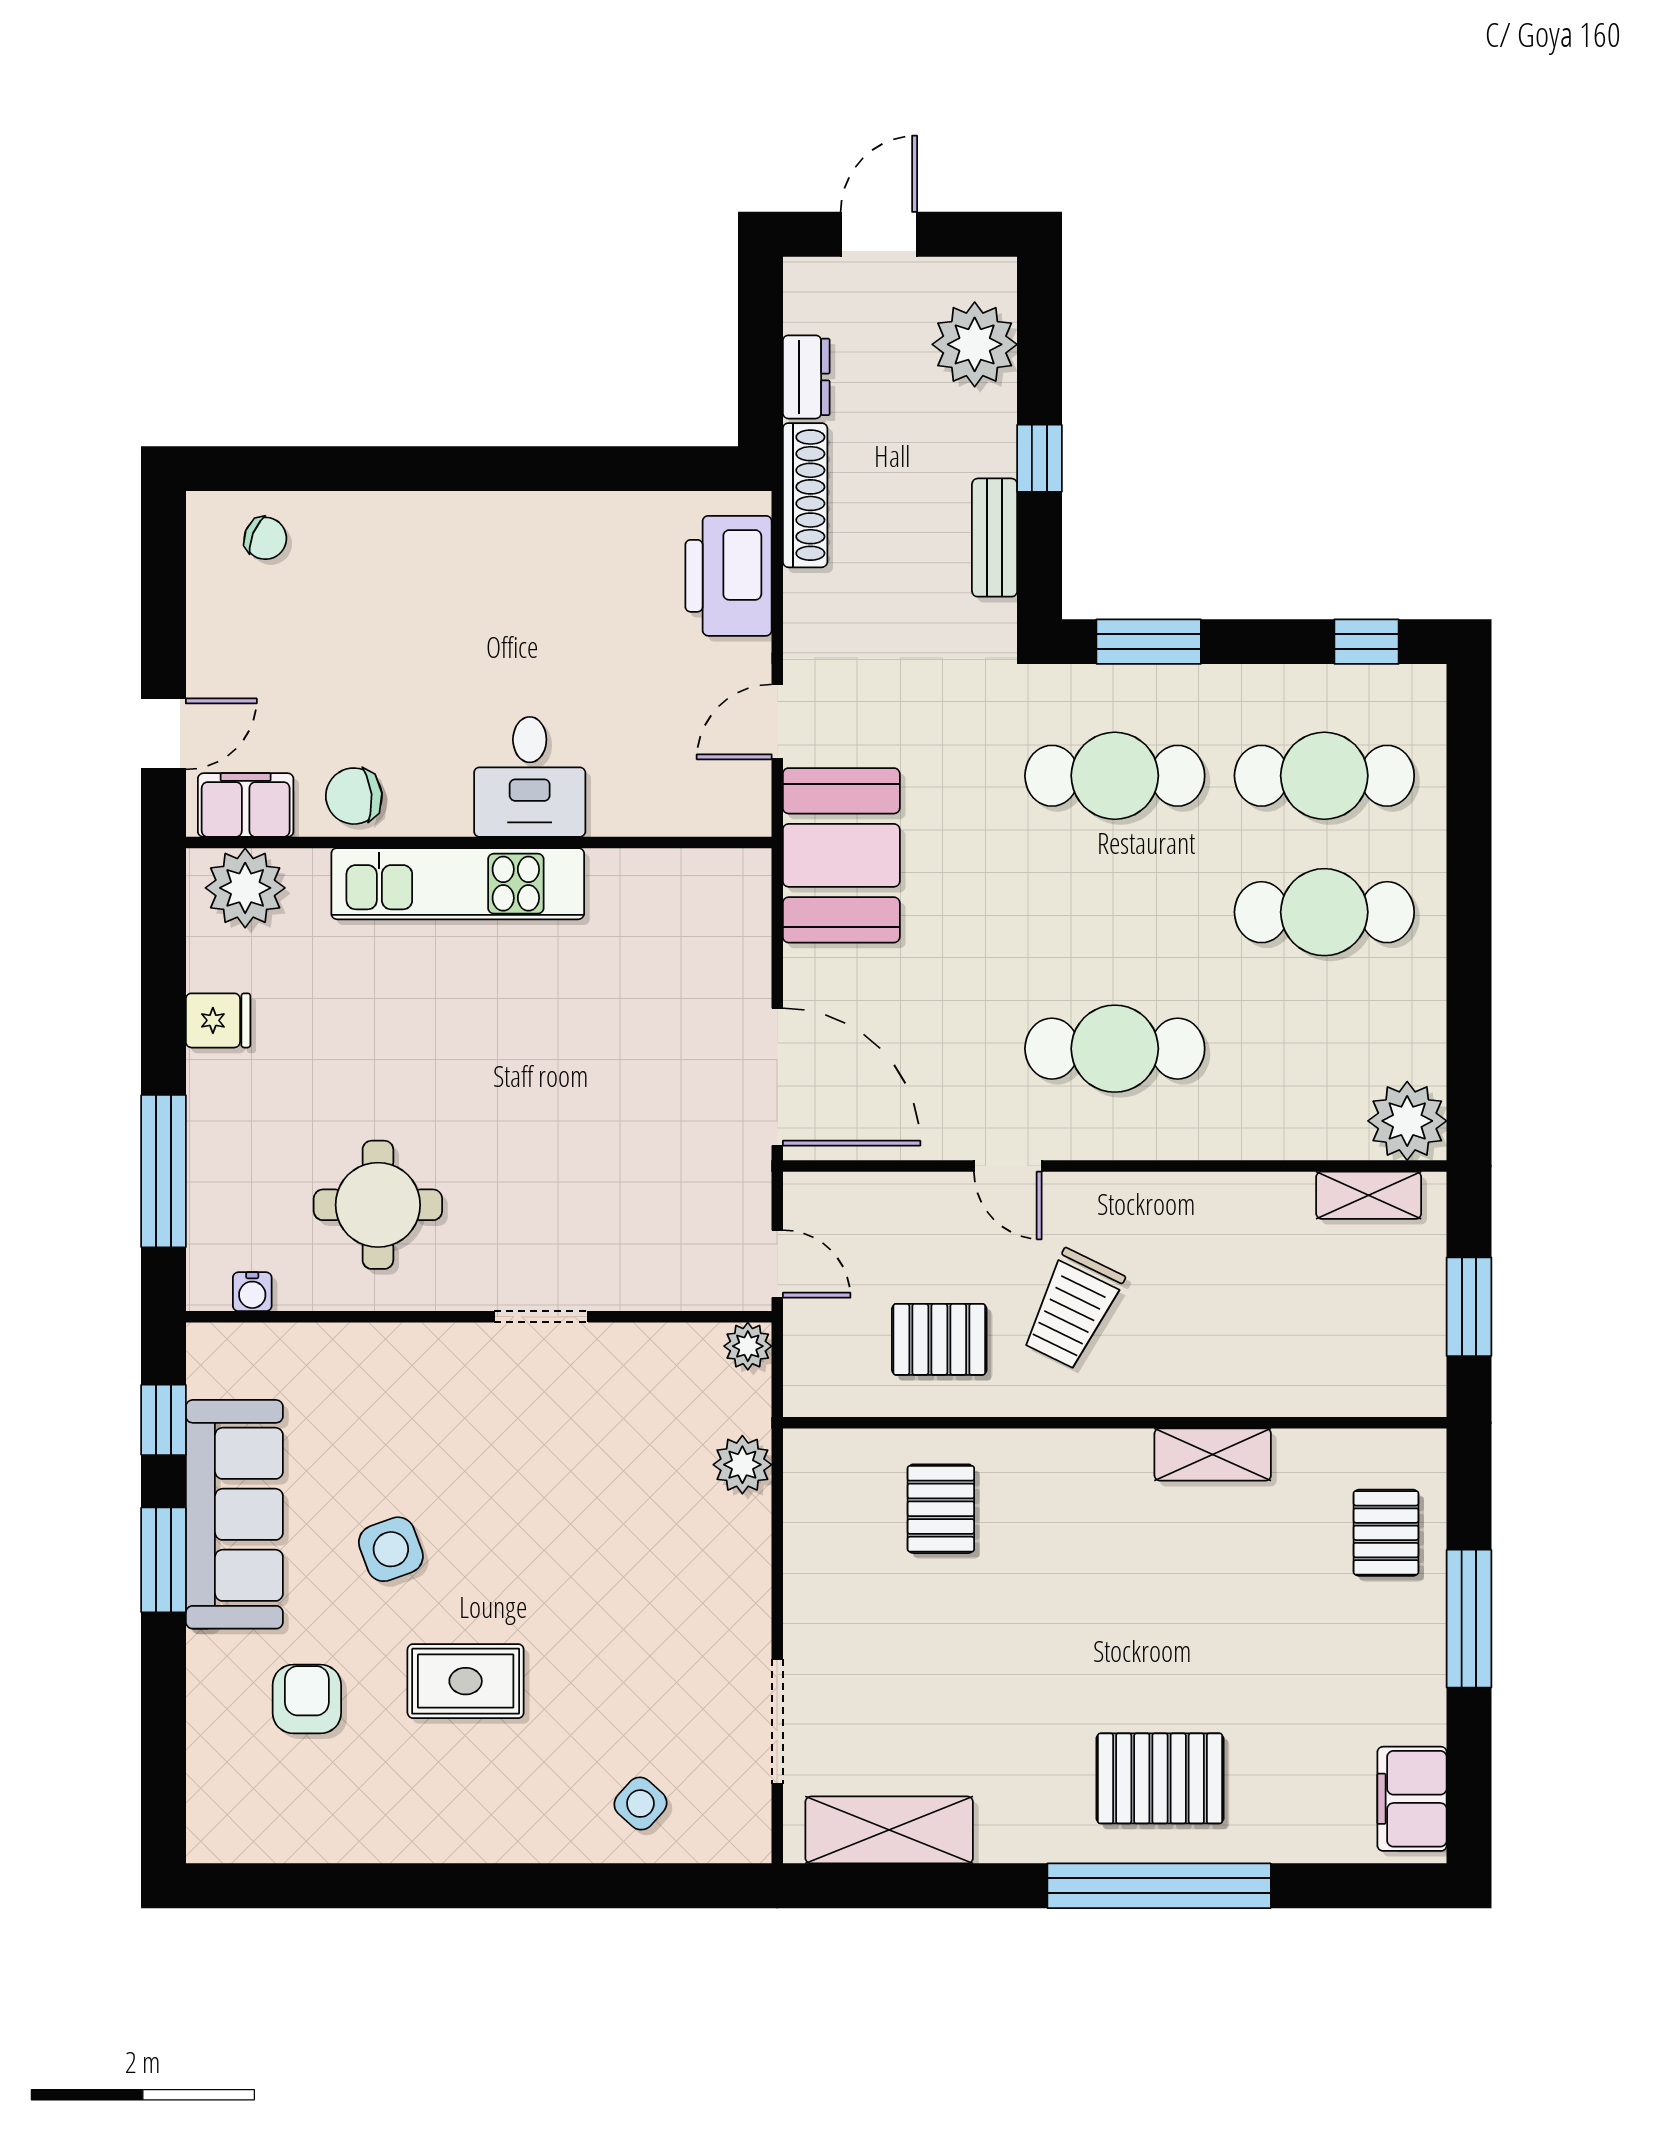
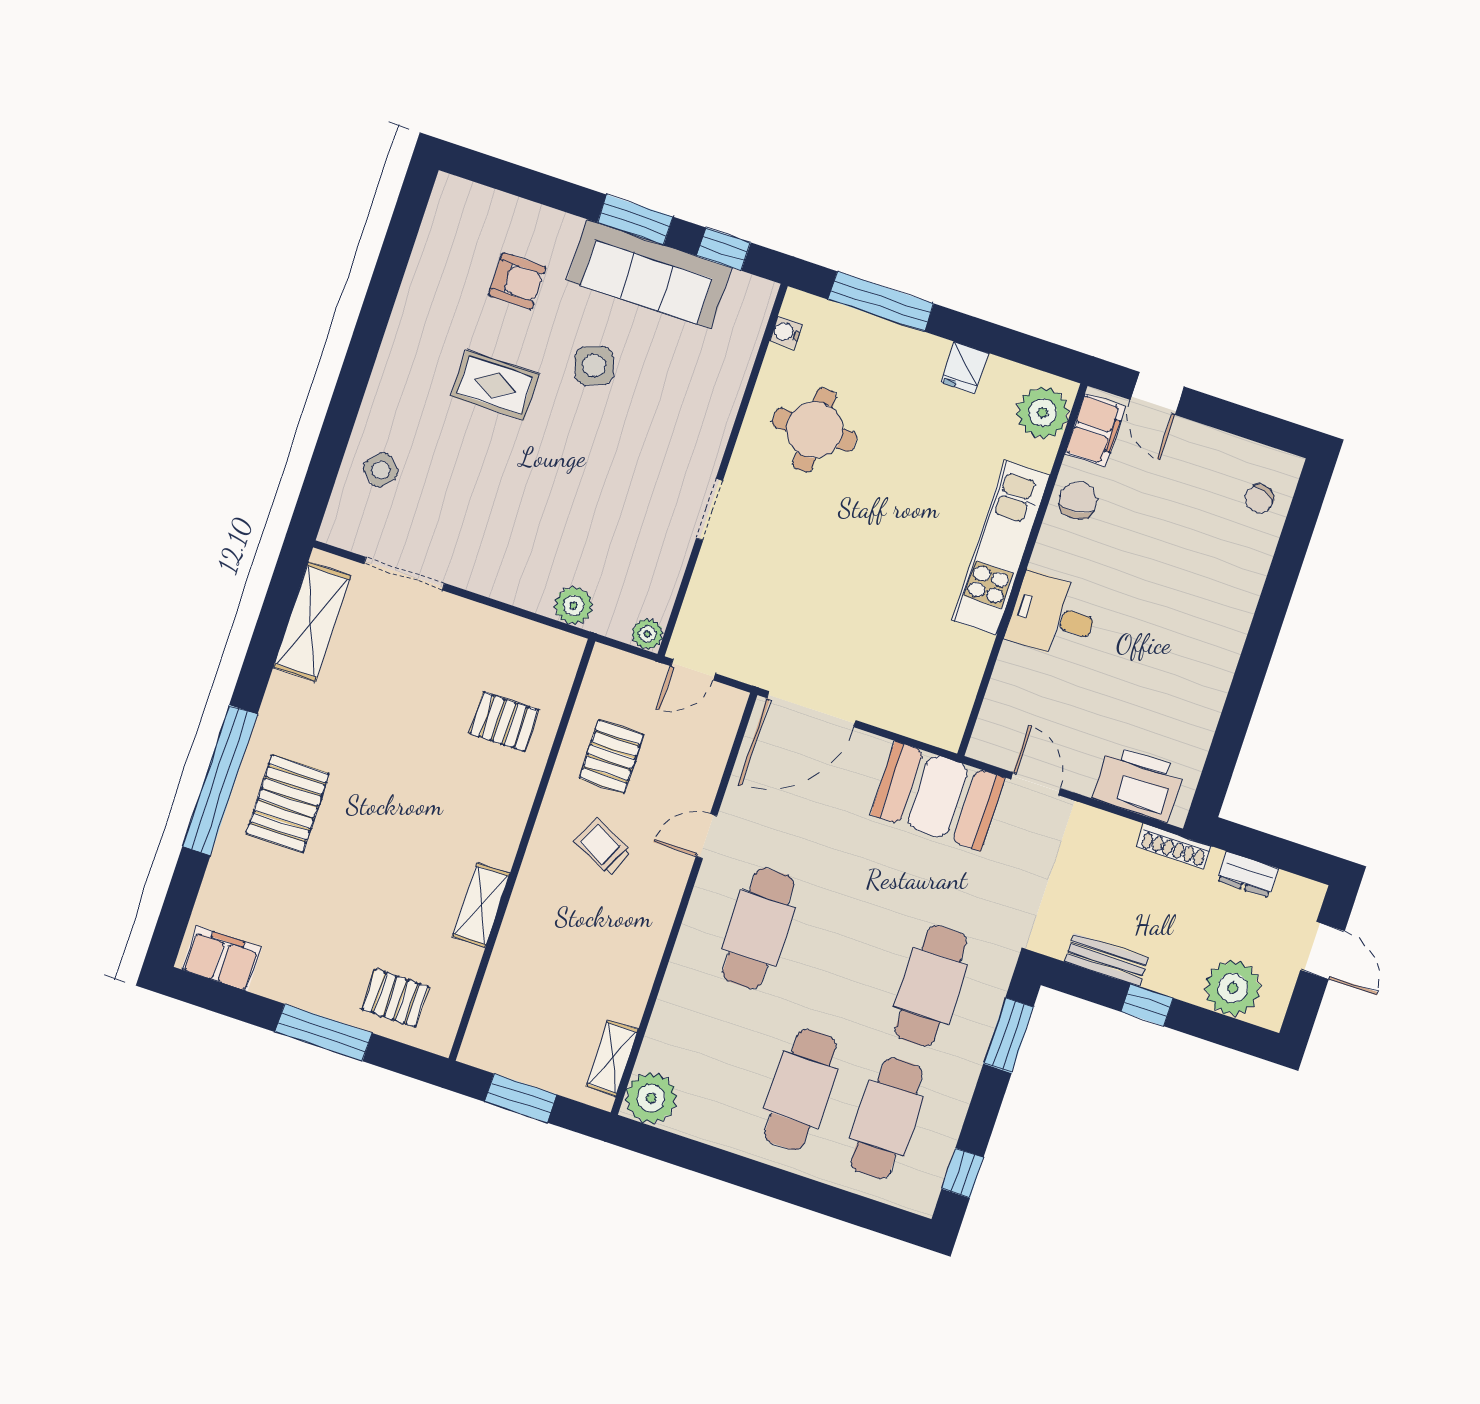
shoe rack: (805, 495) -> (1174, 846), width x0.74, depth x0.81
trolley: (1072, 1309) -> (603, 847), width x0.73, depth x0.72
rug: (466, 1681) -> (495, 385), turned 90

